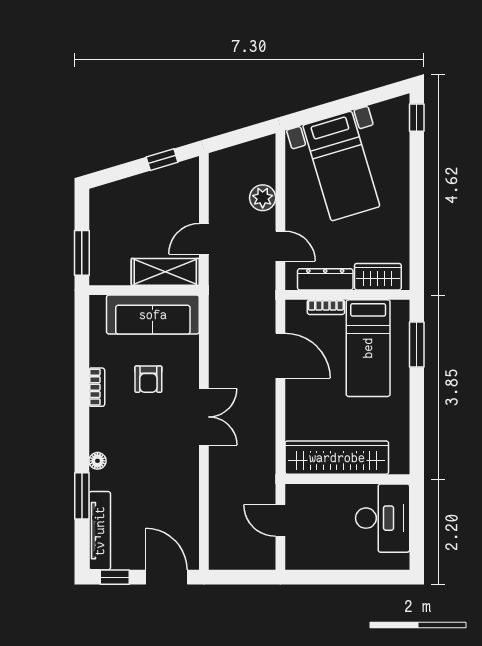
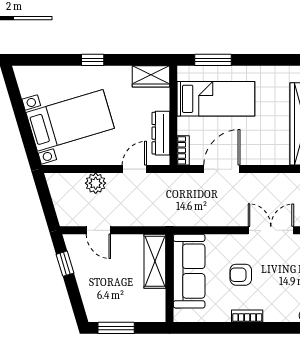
window: (417, 118) -> (93, 60), moved
door: (204, 239) -> (98, 230), moved
window: (82, 253) -> (116, 328), moved
wardrobe: (378, 277) -> (151, 76), moved, turned -90
bookcase: (326, 307) -> (183, 150), moved
armchair: (148, 379) -> (241, 275), turned 180

